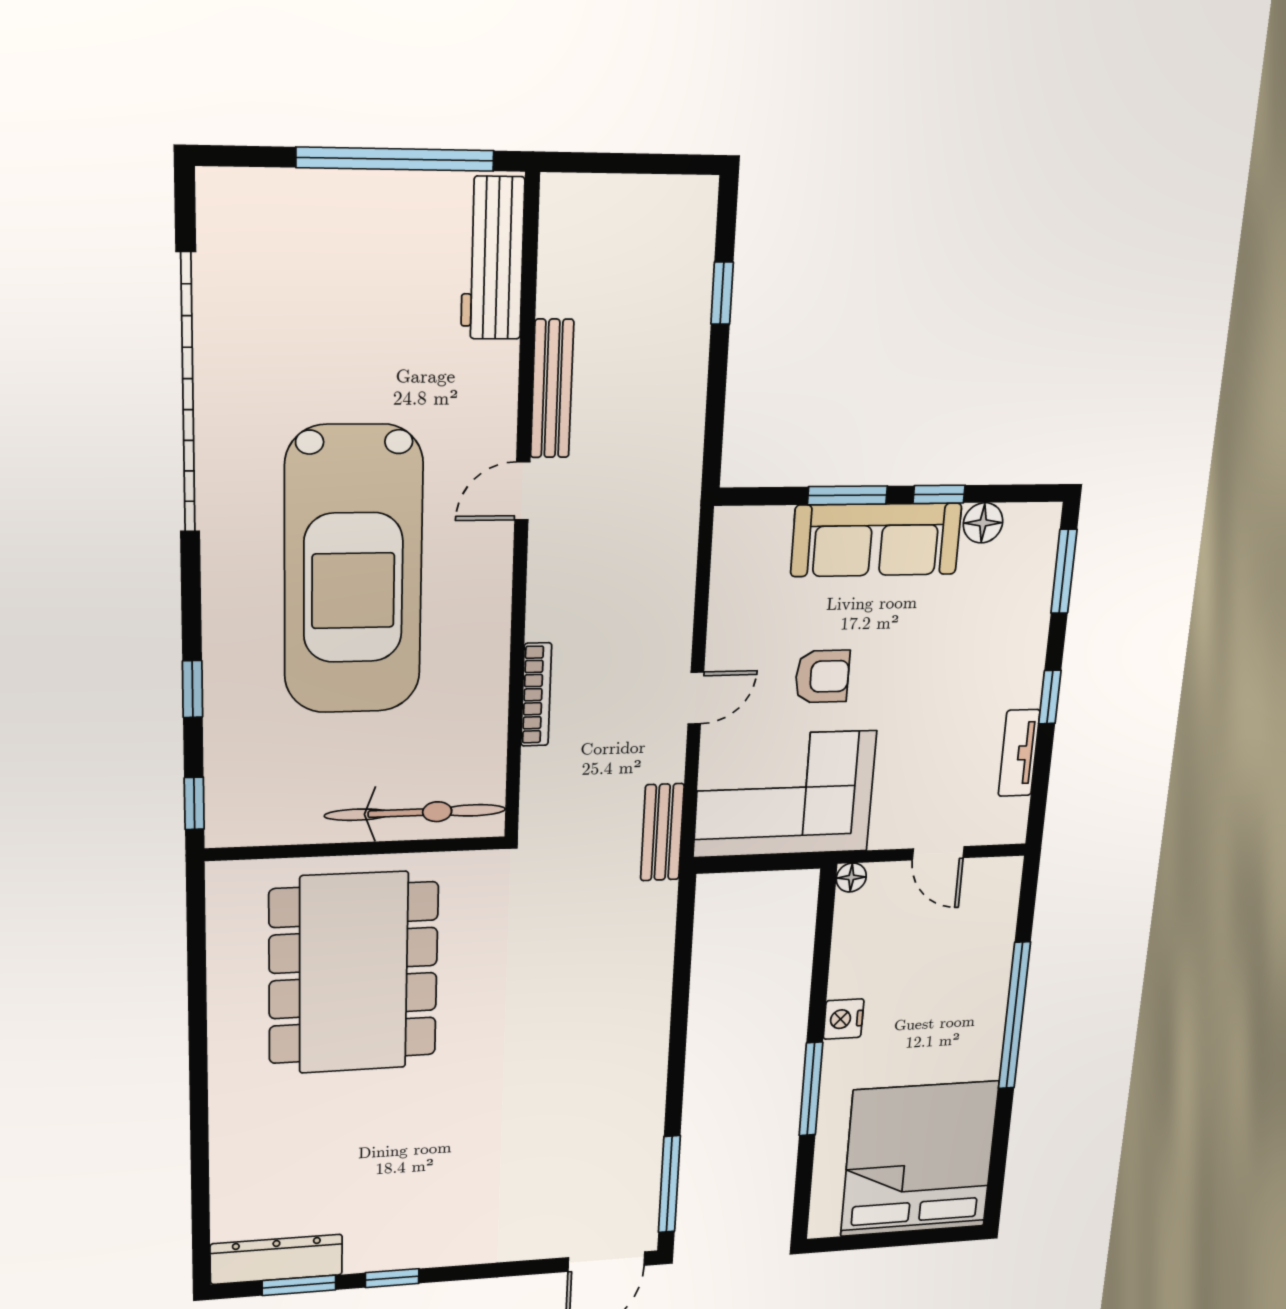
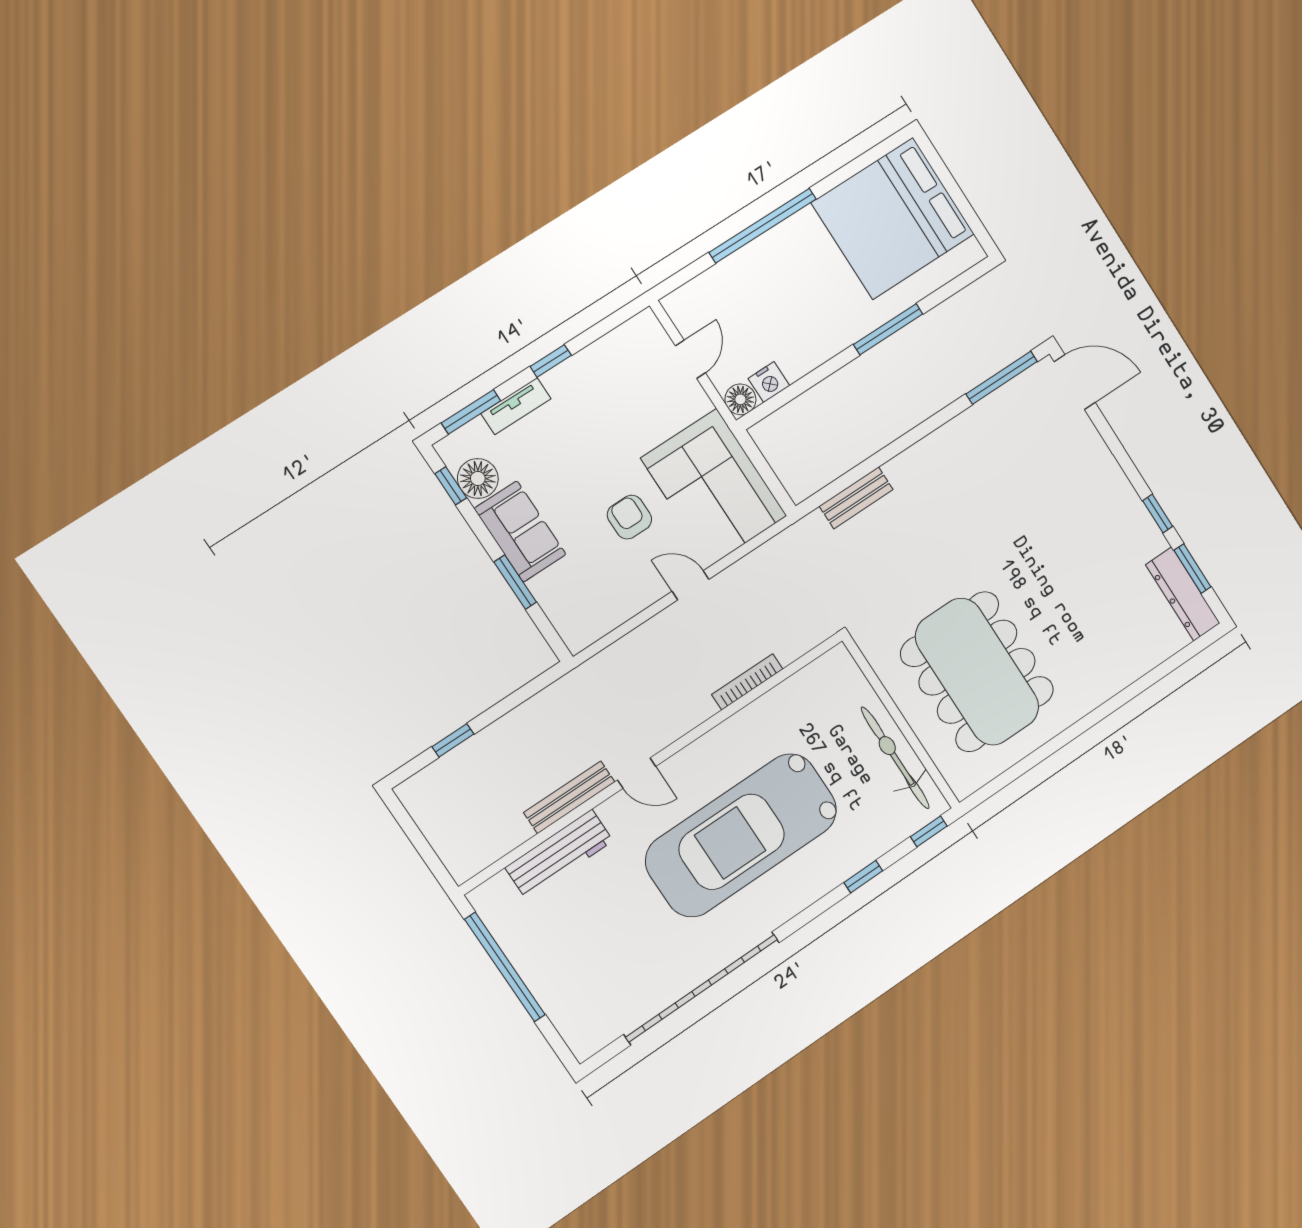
workbench: (493, 258) -> (559, 854), moved
window: (939, 494) -> (451, 486), moved
floor lamp: (983, 523) -> (478, 479), width x1.38, depth x1.38
sofa: (876, 540) -> (520, 532), width x0.73
car: (353, 571) -> (741, 835), turned 180
tv unit: (1019, 753) -> (516, 406), moved
bicycle: (415, 812) -> (895, 758), moved
bench: (662, 832) -> (856, 498), moved
floor lamp: (851, 877) -> (740, 399), width x1.37, depth x1.37
dining table: (353, 973) -> (977, 672), turned 90
nightstand: (844, 1019) -> (769, 382), moved

